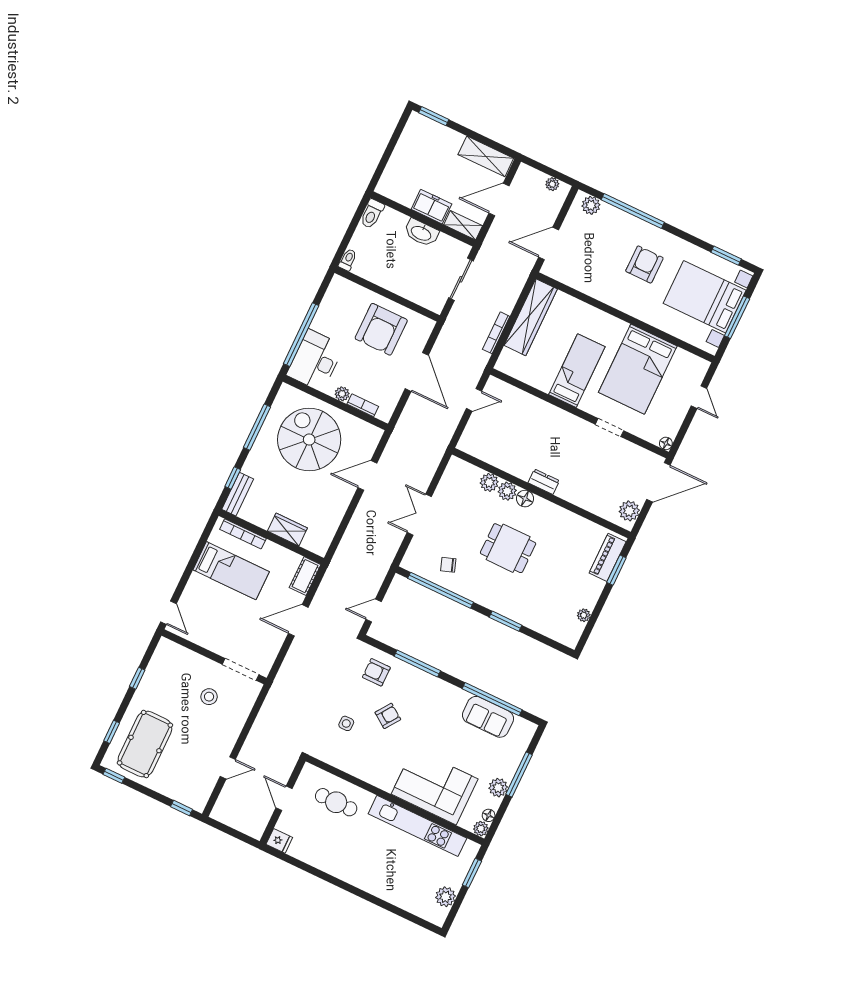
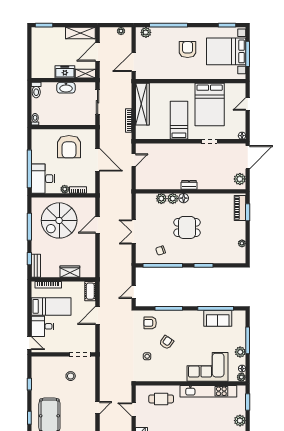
door: (699, 397) -> (248, 104), swing flipped
spiral stairs: (309, 440) -> (59, 220), turned -90
desk: (202, 596) -> (43, 326), added

